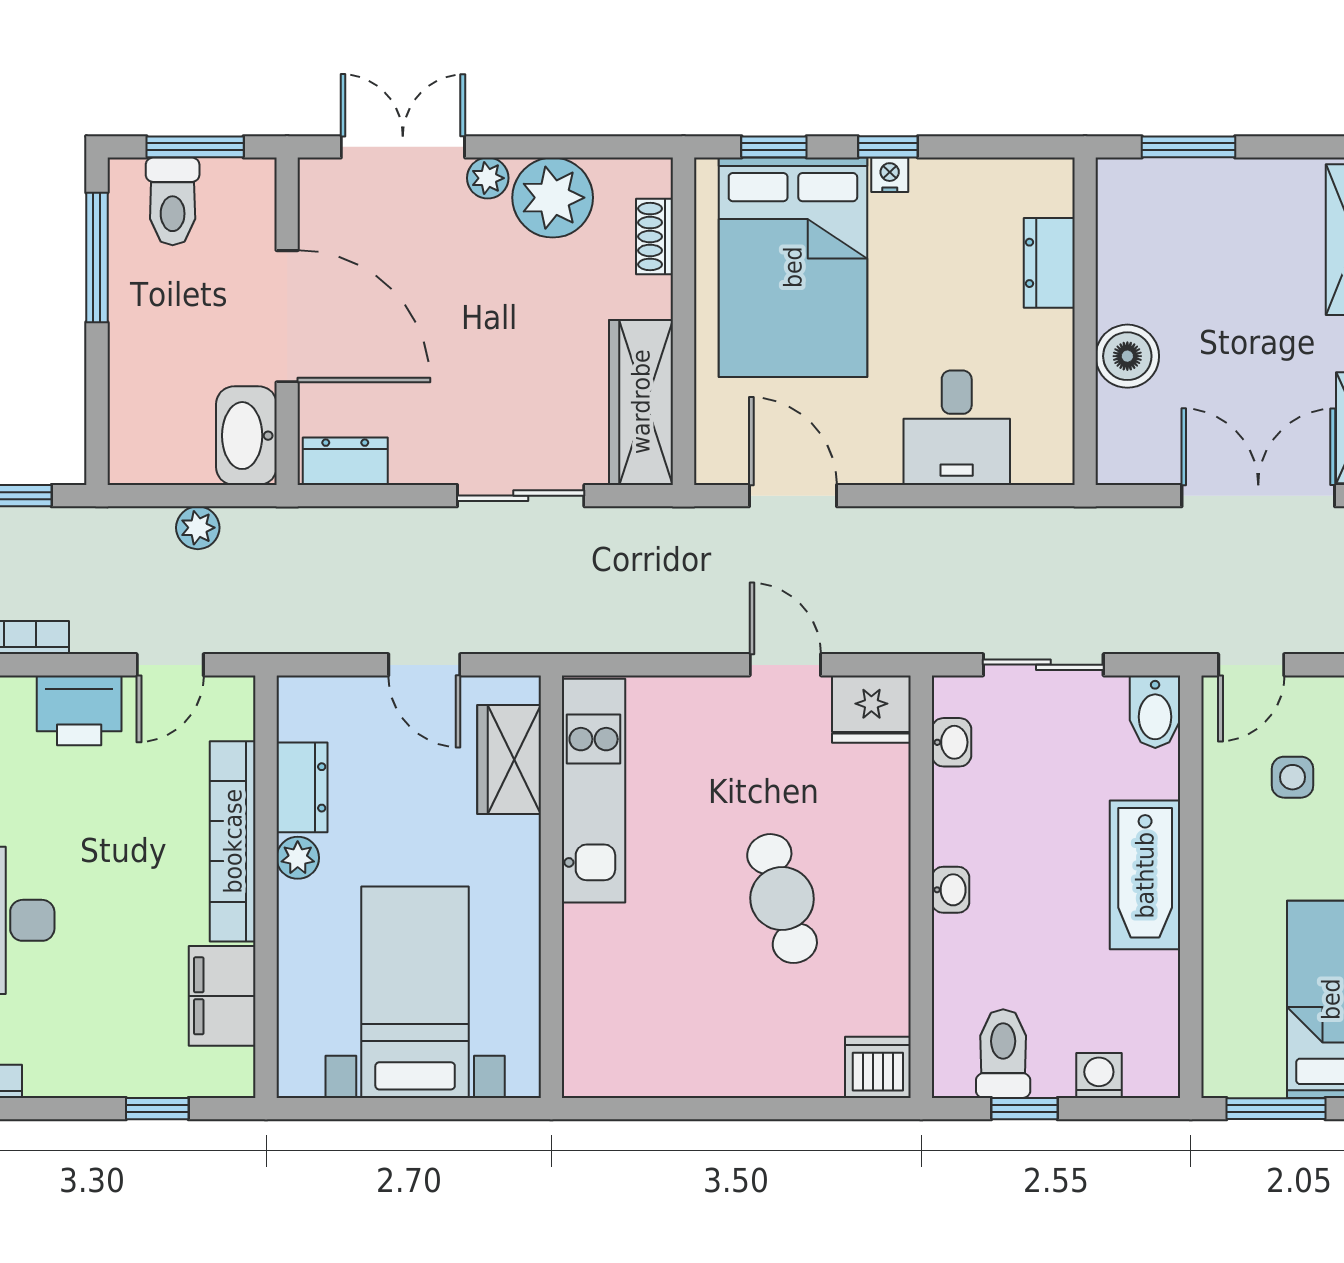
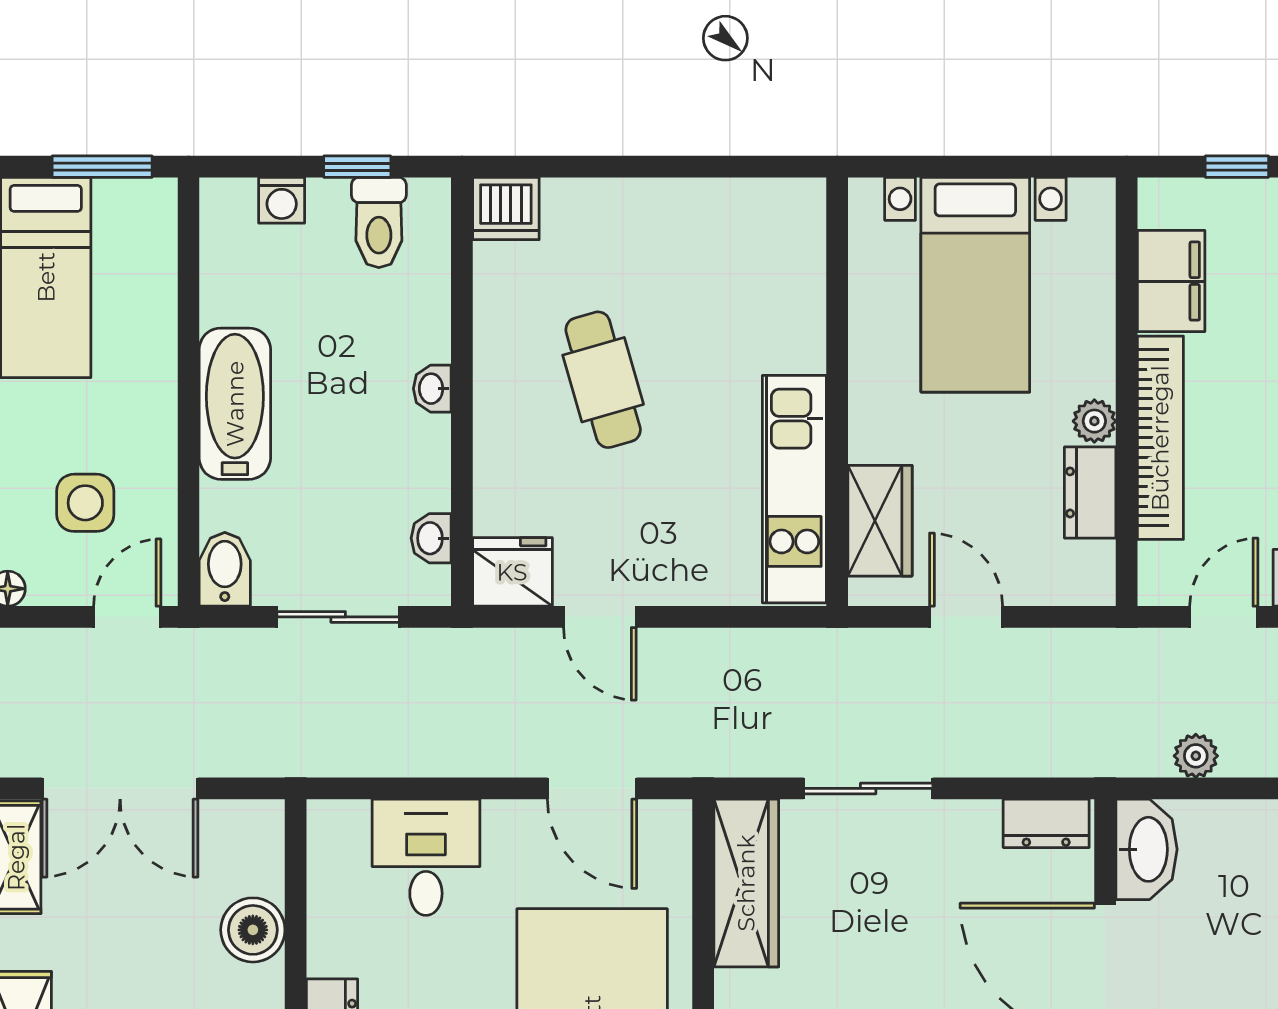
side table: (1293, 777) -> (85, 503), width x1.37, depth x1.37

